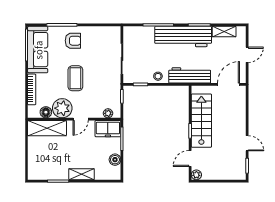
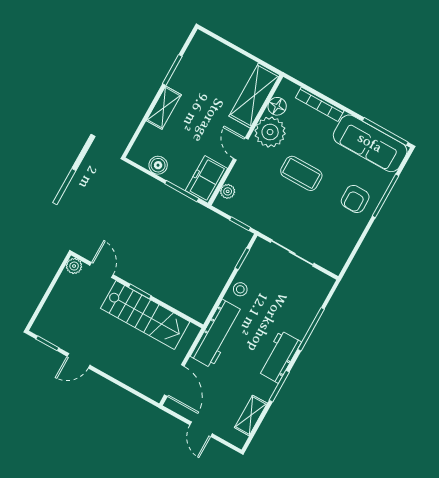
workbench: (183, 36) -> (279, 357), width x0.53, depth x0.76

